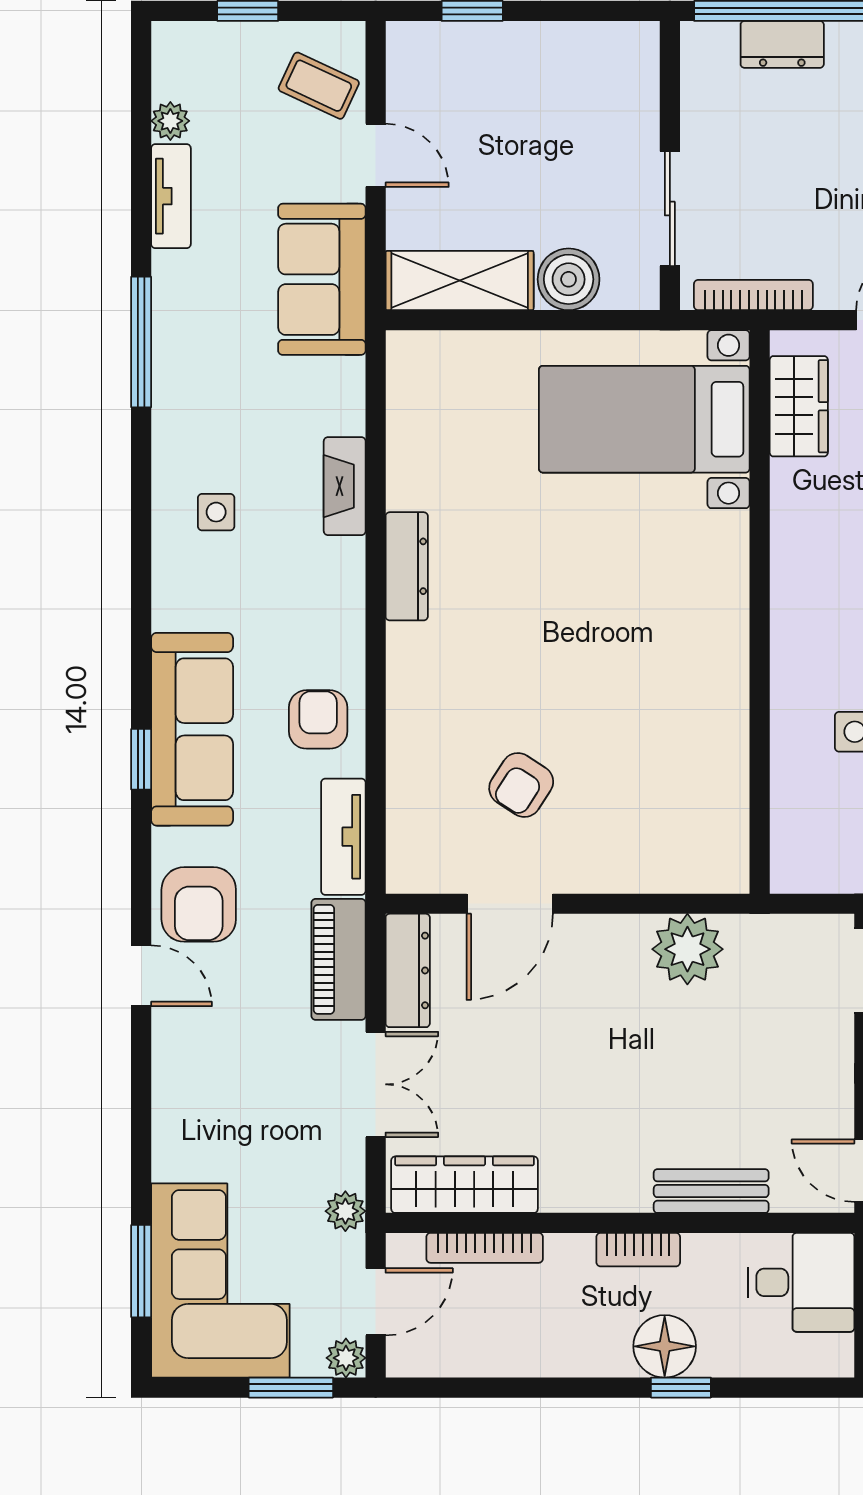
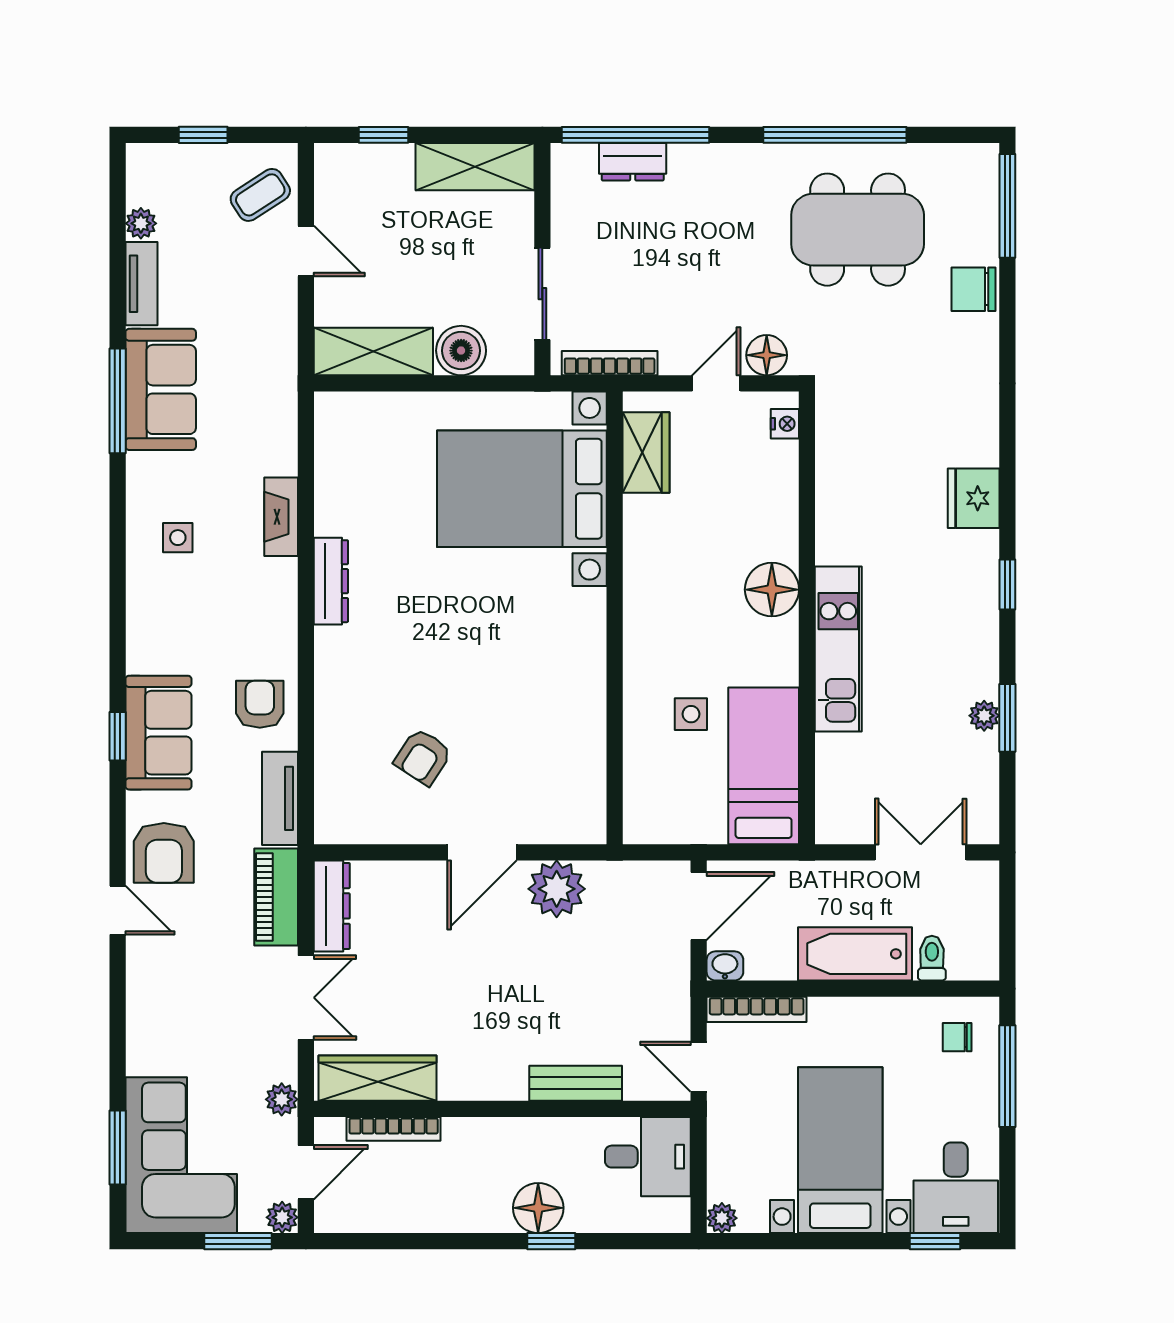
shelving: (586, 50) -> (475, 167), added
coffee table: (319, 86) -> (260, 195), turned -58
sofa: (322, 279) -> (161, 389), moved, turned 180
bed with nightstands: (644, 419) -> (522, 489), width x1.36
sofa: (192, 729) -> (158, 733), width x0.73
door: (510, 904) -> (482, 852), moved
bookcase: (638, 1250) -> (517, 1130), removed

